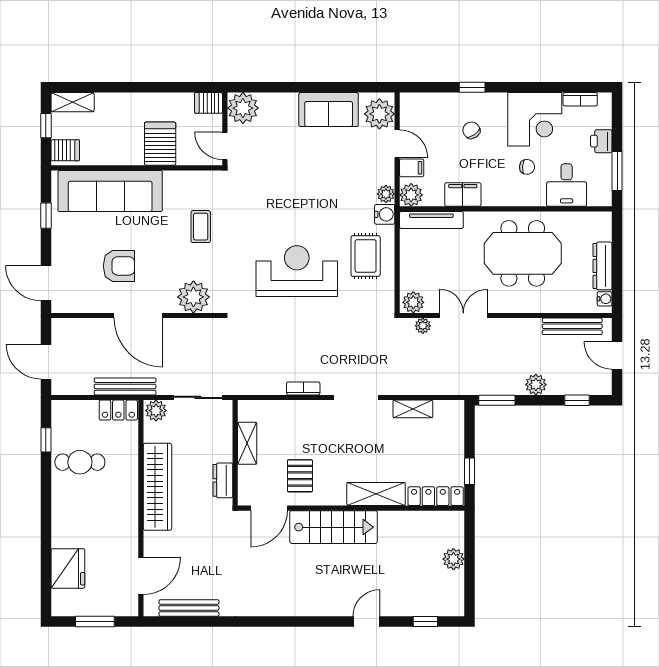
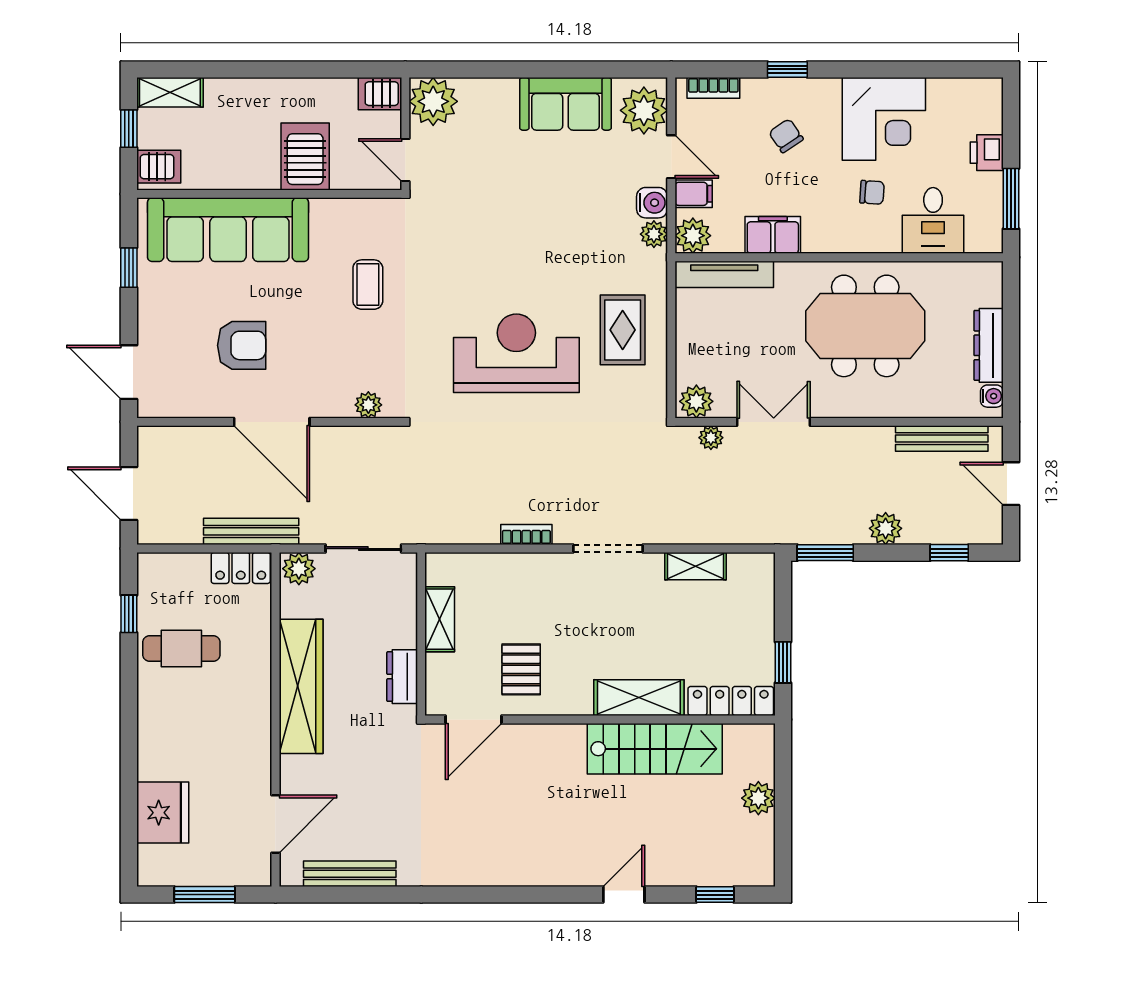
bookcase: (580, 99) -> (713, 88), moved
water cooler: (385, 214) -> (652, 203), moved
plant: (193, 297) -> (368, 405), width x0.53, depth x0.53
stairs: (334, 527) -> (655, 749), moved

